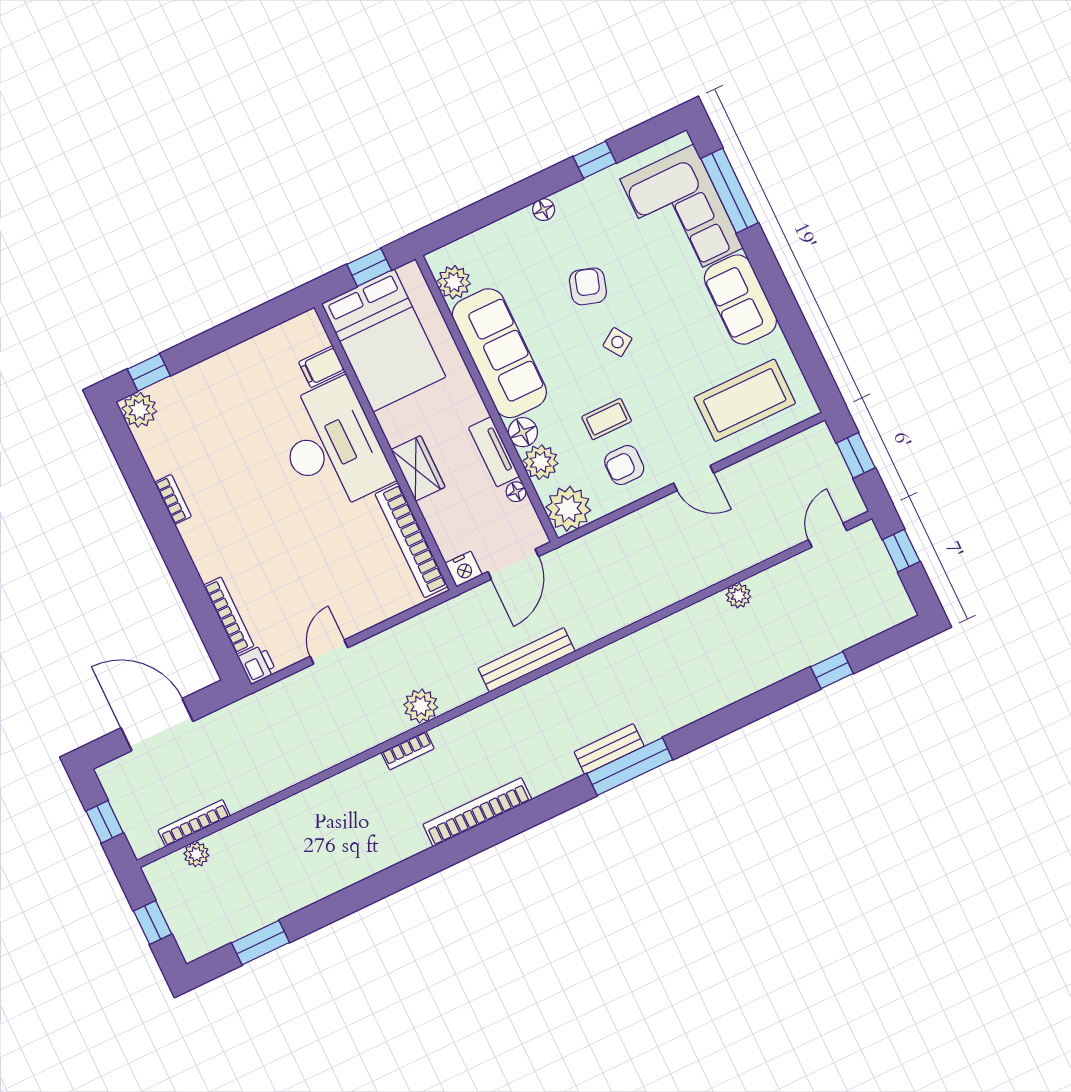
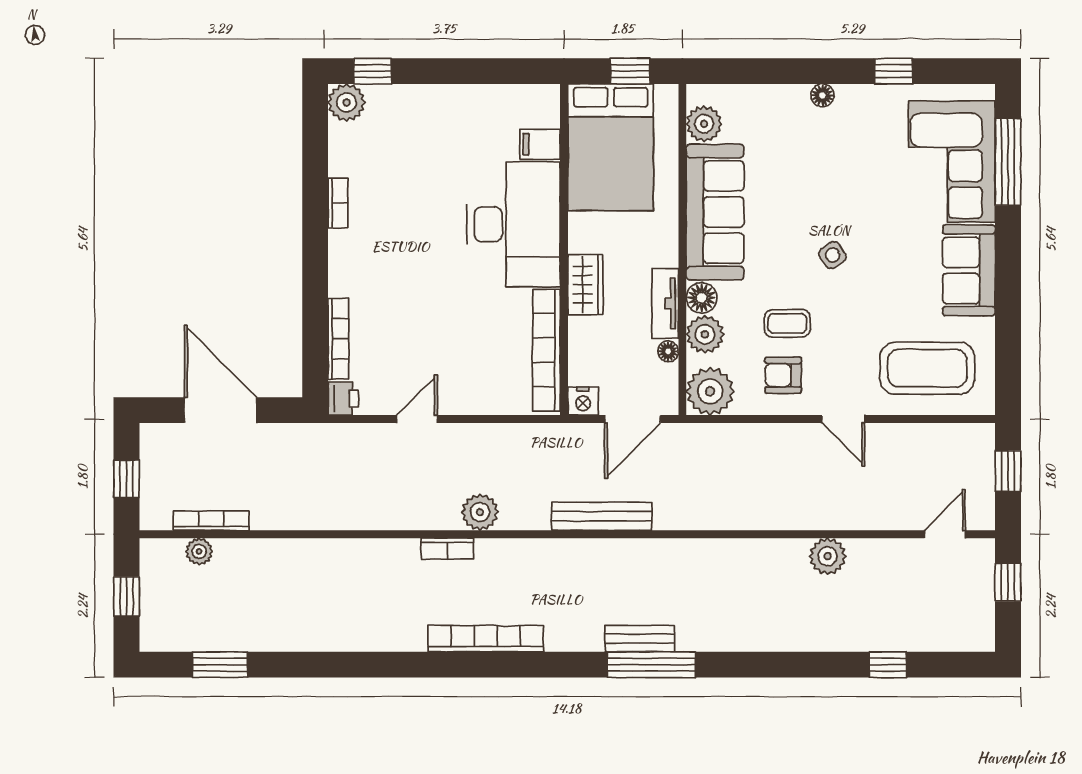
armchair: (588, 286) -> (830, 189), removed
plant: (738, 596) -> (828, 556), width x1.38, depth x1.38

